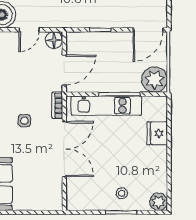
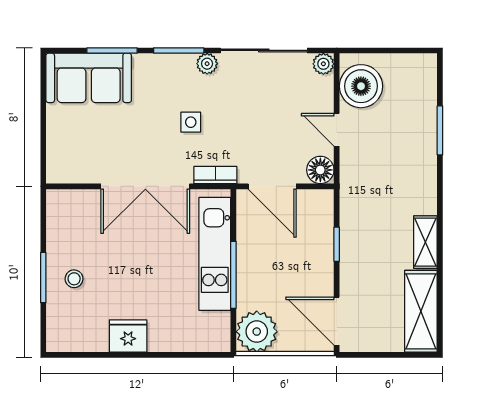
fridge: (157, 133) -> (128, 336), moved
plant: (159, 202) -> (60, 338), removed

